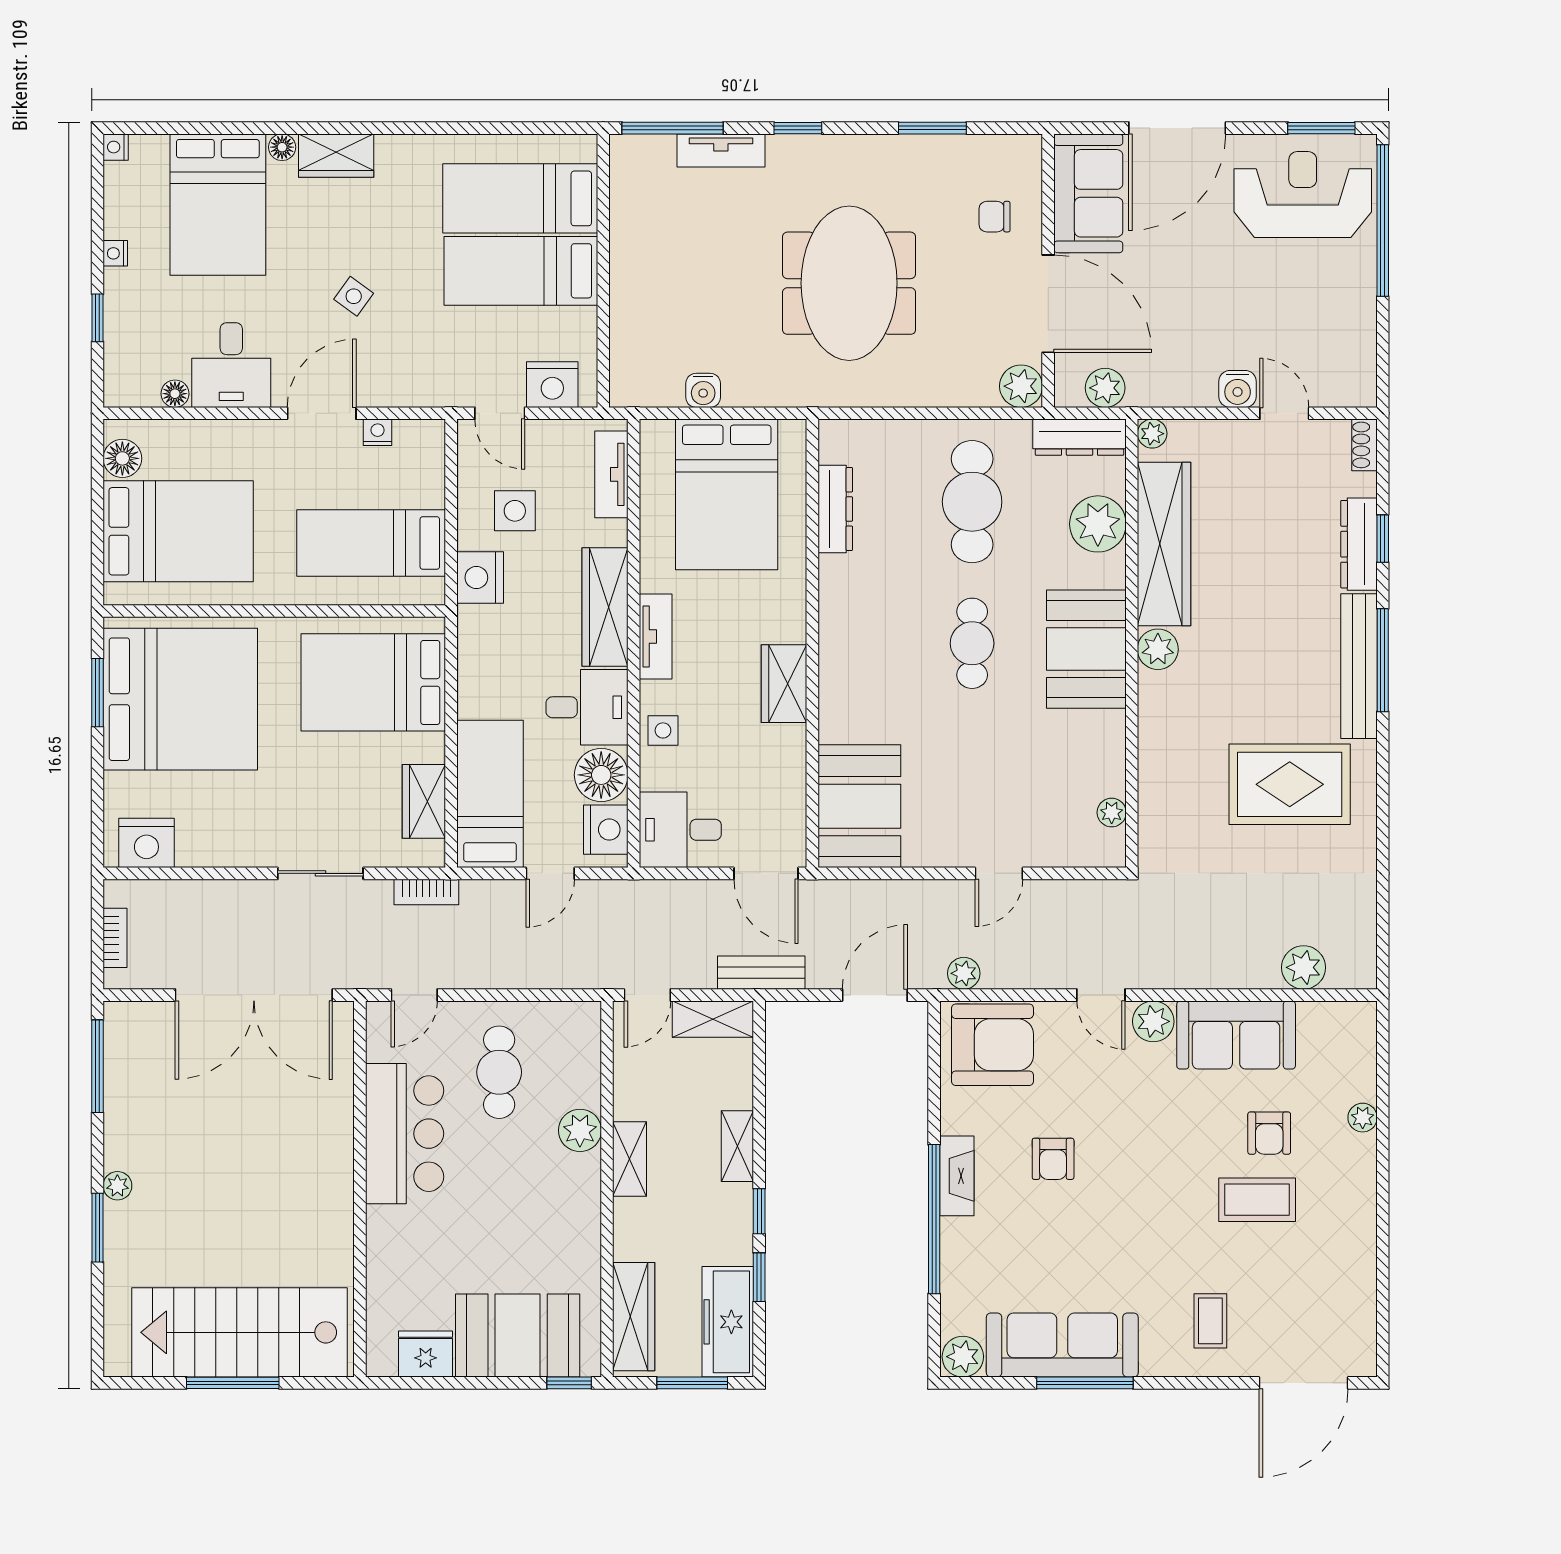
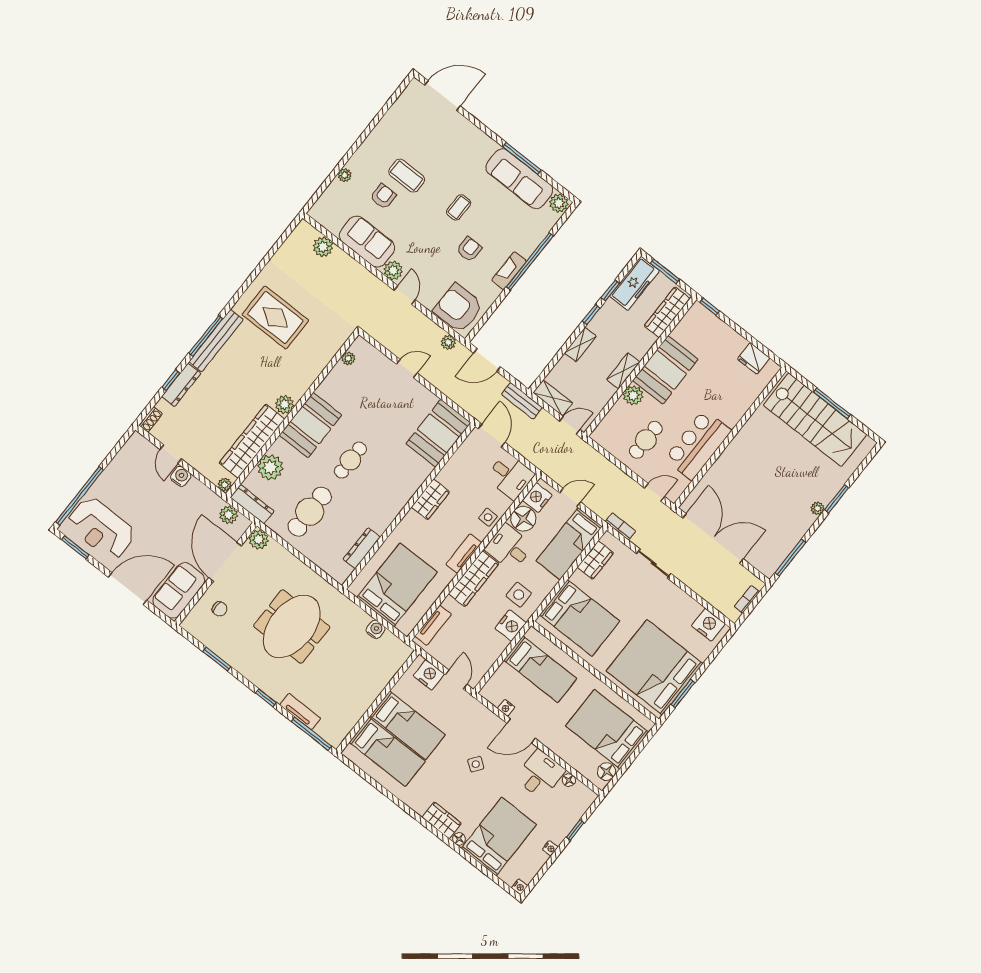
side table: (515, 511) -> (519, 595), moved
coffee table: (1210, 1321) -> (459, 207), moved
booth: (518, 1336) -> (665, 370), moved, turned 90

